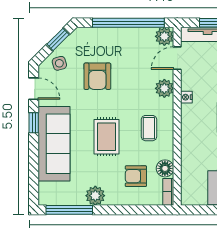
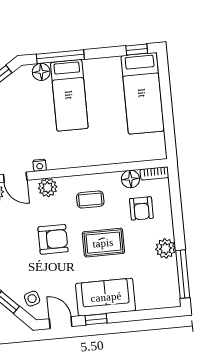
armchair: (97, 76) -> (53, 239), moved
door: (34, 89) -> (61, 323), hinge flipped
nightstand: (186, 97) -> (40, 165), moved
sofa: (54, 144) -> (106, 297), width x0.73

